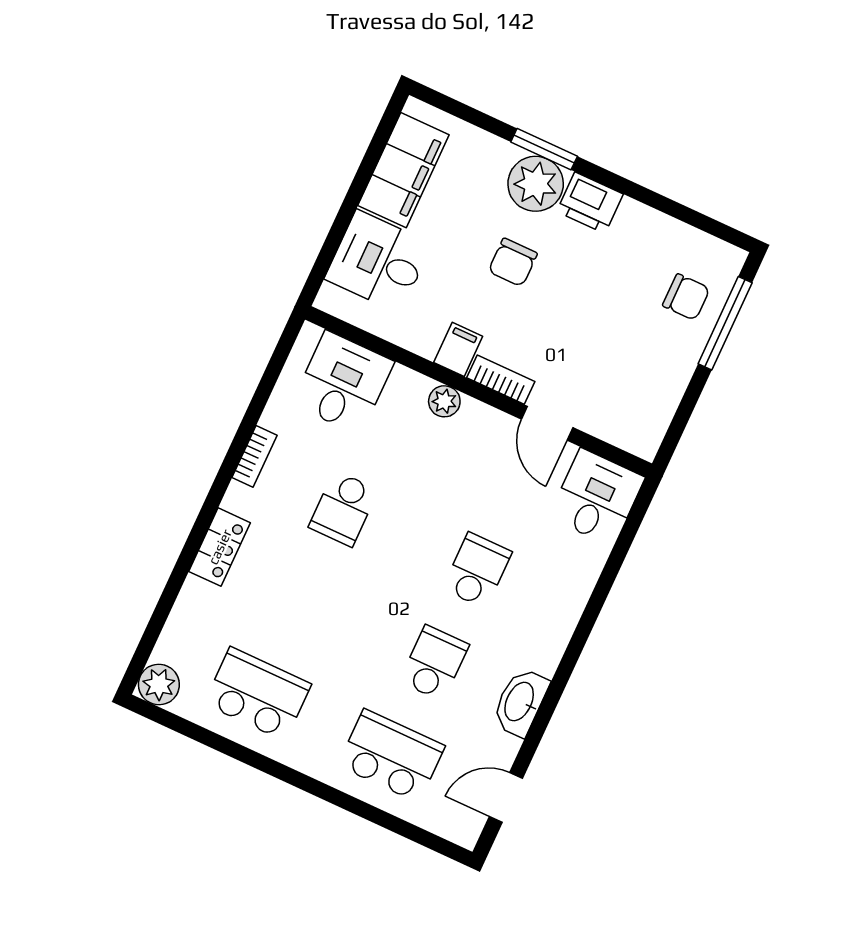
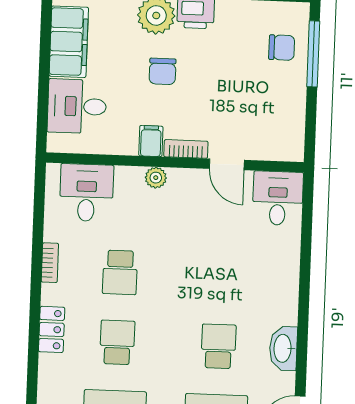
school desk: (477, 570) -> (117, 342), moved

